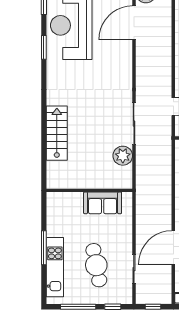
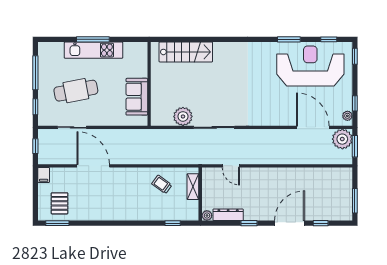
stairs: (57, 133) -> (186, 52), moved
kitchen unit: (55, 267) -> (94, 50), moved

